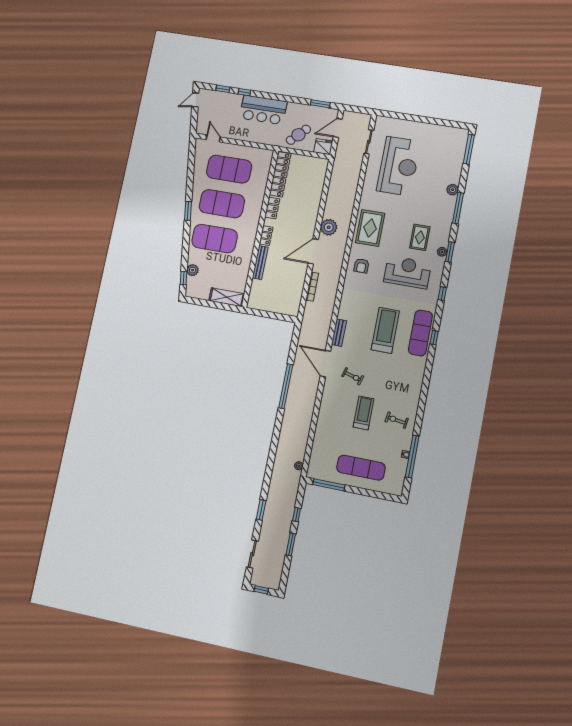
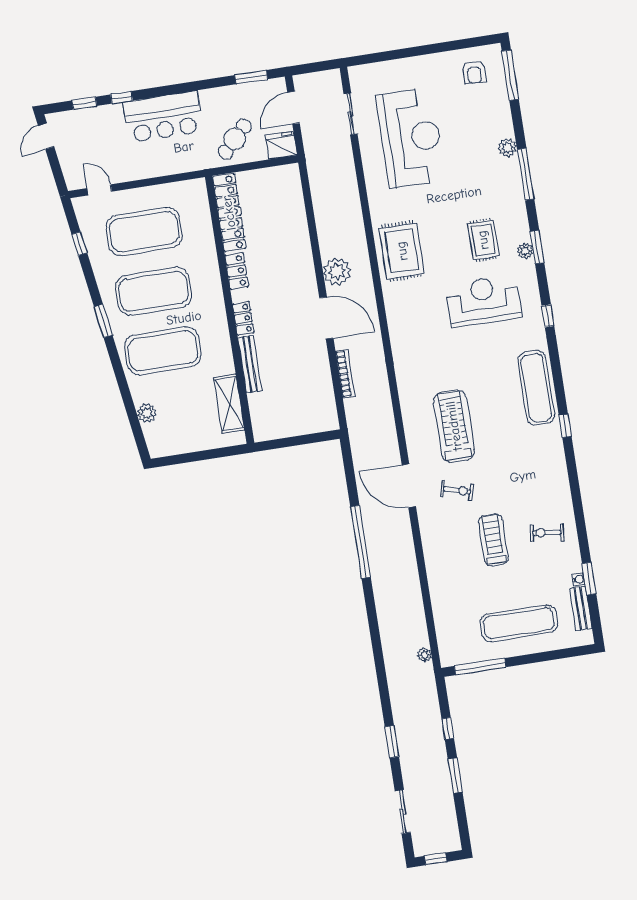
door: (313, 251) -> (326, 318), swing flipped
armchair: (361, 266) -> (474, 72), moved
window: (184, 278) -> (79, 244), moved
shelving: (227, 297) -> (229, 404), moved, turned 90
treadmill: (385, 330) -> (454, 426), moved
bench: (339, 333) -> (581, 608), moved
window: (434, 338) -> (565, 426), moved
window: (412, 456) -> (589, 579), width x0.47

